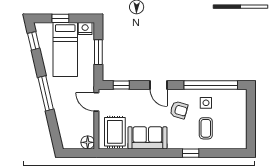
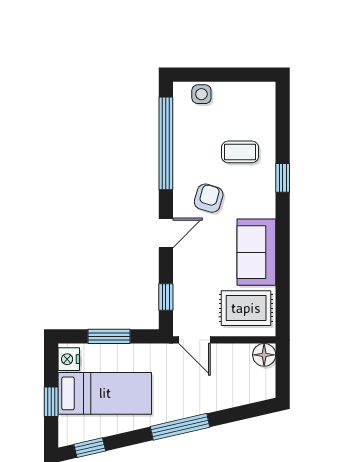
door: (96, 102) -> (195, 340), hinge flipped
side table: (206, 103) -> (201, 94), moved

